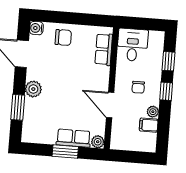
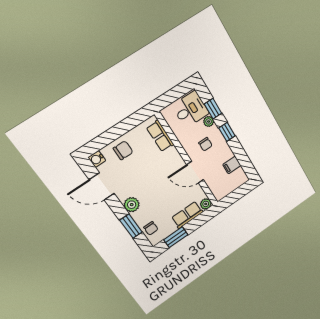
desk: (133, 45) -> (190, 109), moved, turned 90
plant: (153, 112) -> (209, 121), moved
chair: (33, 124) -> (151, 228), added
window: (65, 152) -> (176, 237), moved

